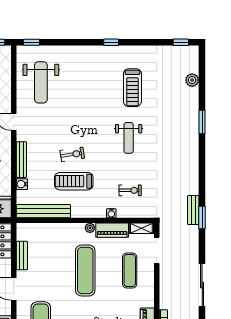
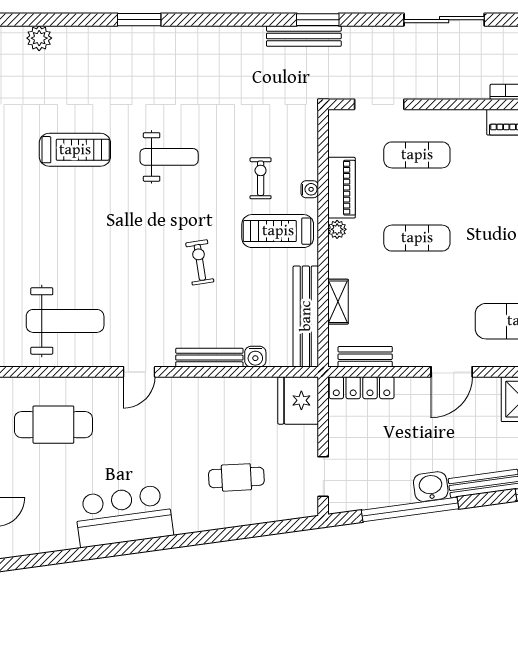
plant: (192, 80) -> (39, 38), moved
treadmill: (74, 181) -> (278, 231), moved, turned 90
exercise bike: (130, 190) -> (261, 178), moved
bench: (193, 210) -> (304, 36), width x1.36
shelving: (141, 228) -> (338, 302), moved
bench: (22, 255) -> (365, 357), moved
exercise mat: (85, 270) -> (417, 238), width x0.73, depth x0.69

